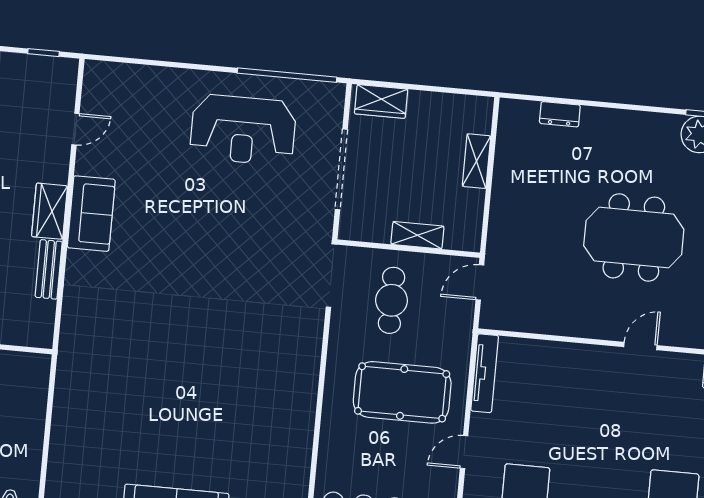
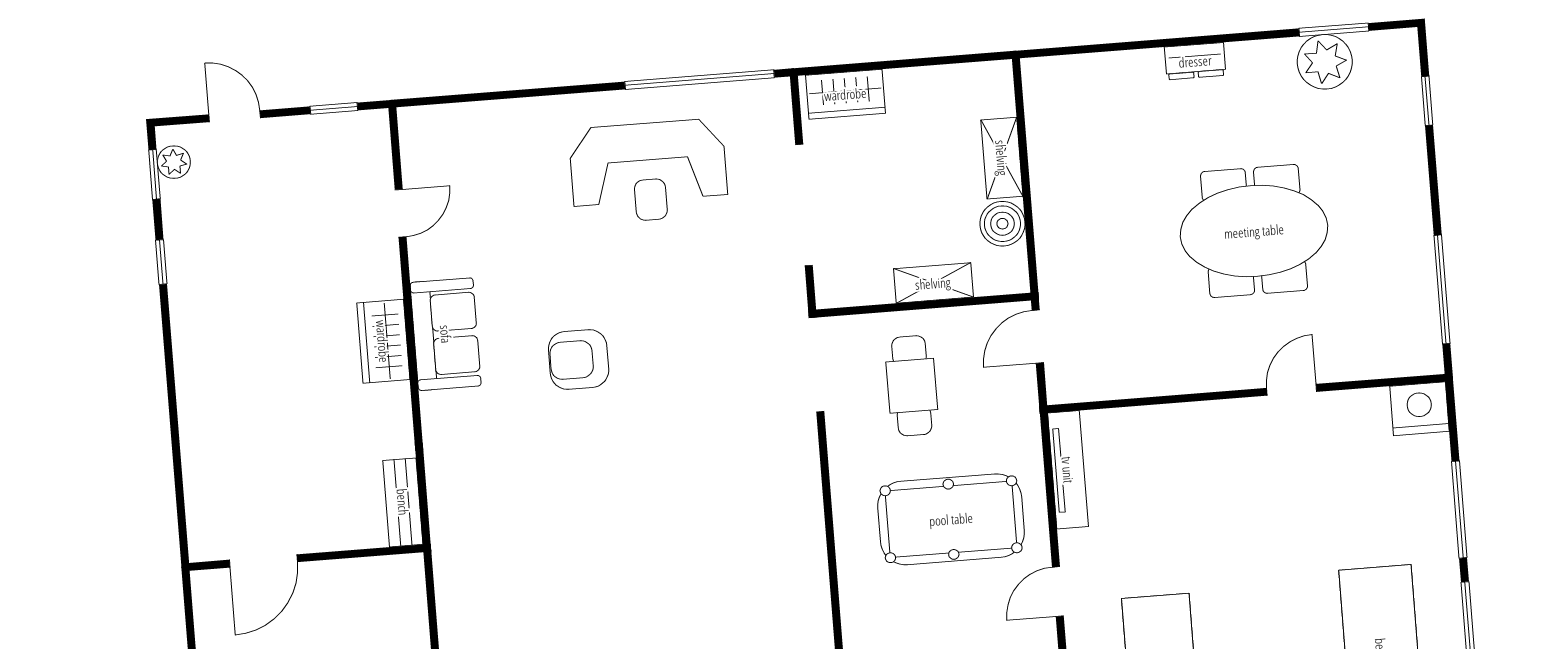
dresser: (560, 114) -> (1195, 61), moved
boiler: (469, 204) -> (1002, 224), added
armchair: (176, 245) -> (579, 359), added
bench: (49, 269) -> (403, 502), moved

